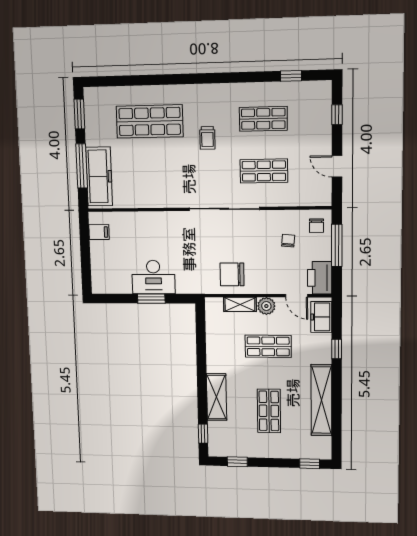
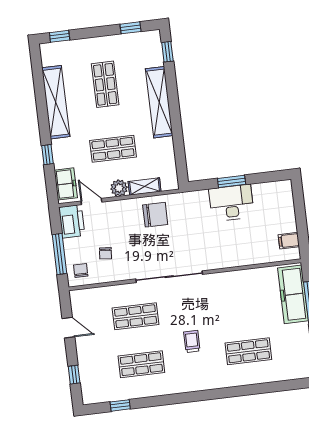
shop shelf: (150, 121) -> (248, 351), width x0.70, depth x0.74
shelving: (217, 397) -> (159, 102), width x1.47

